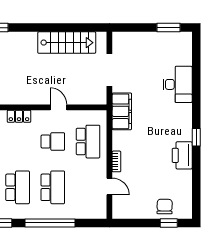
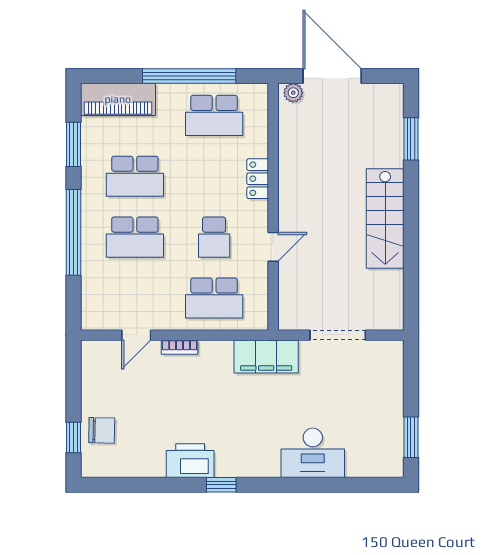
stairs: (67, 43) -> (385, 219), moved

